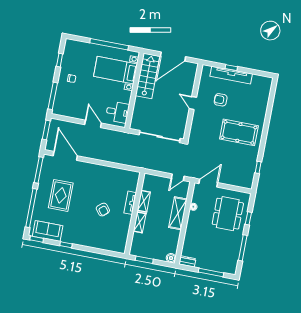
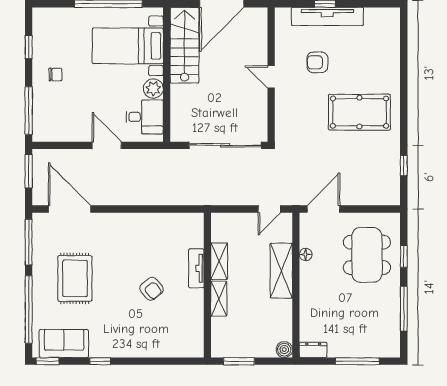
plant: (125, 97) -> (153, 89), added

